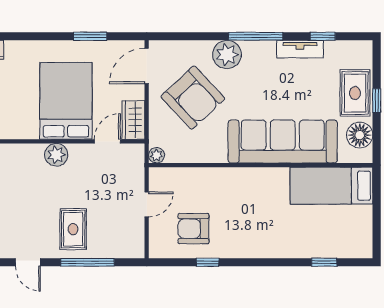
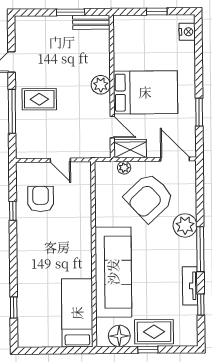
plant: (157, 155) -> (124, 168), moved

